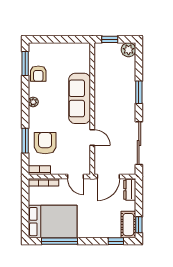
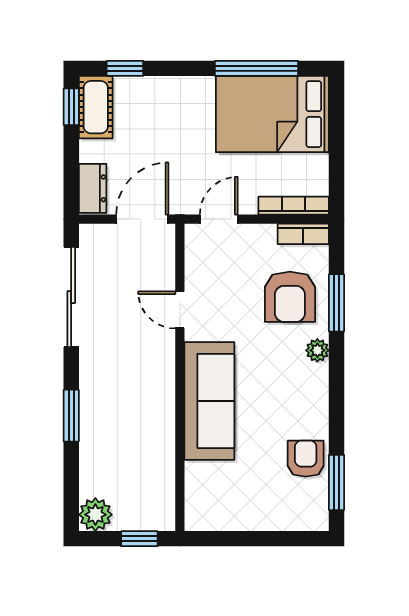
plant: (33, 102) -> (317, 350), moved
door: (76, 177) -> (219, 219), hinge flipped

